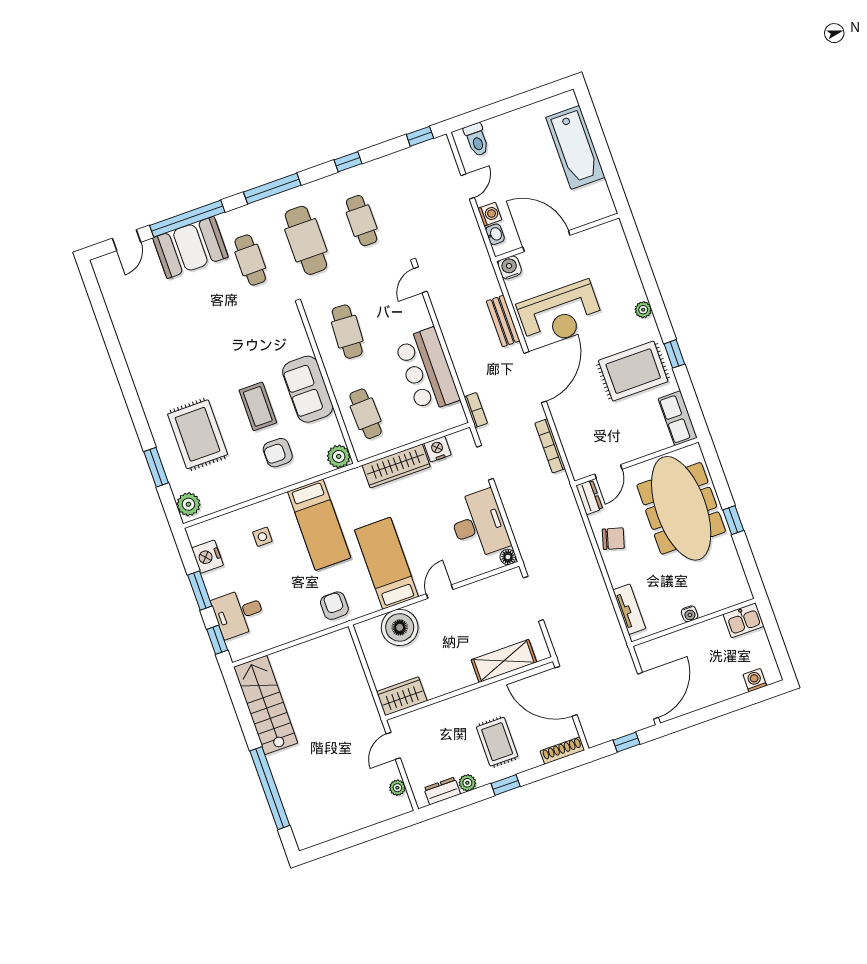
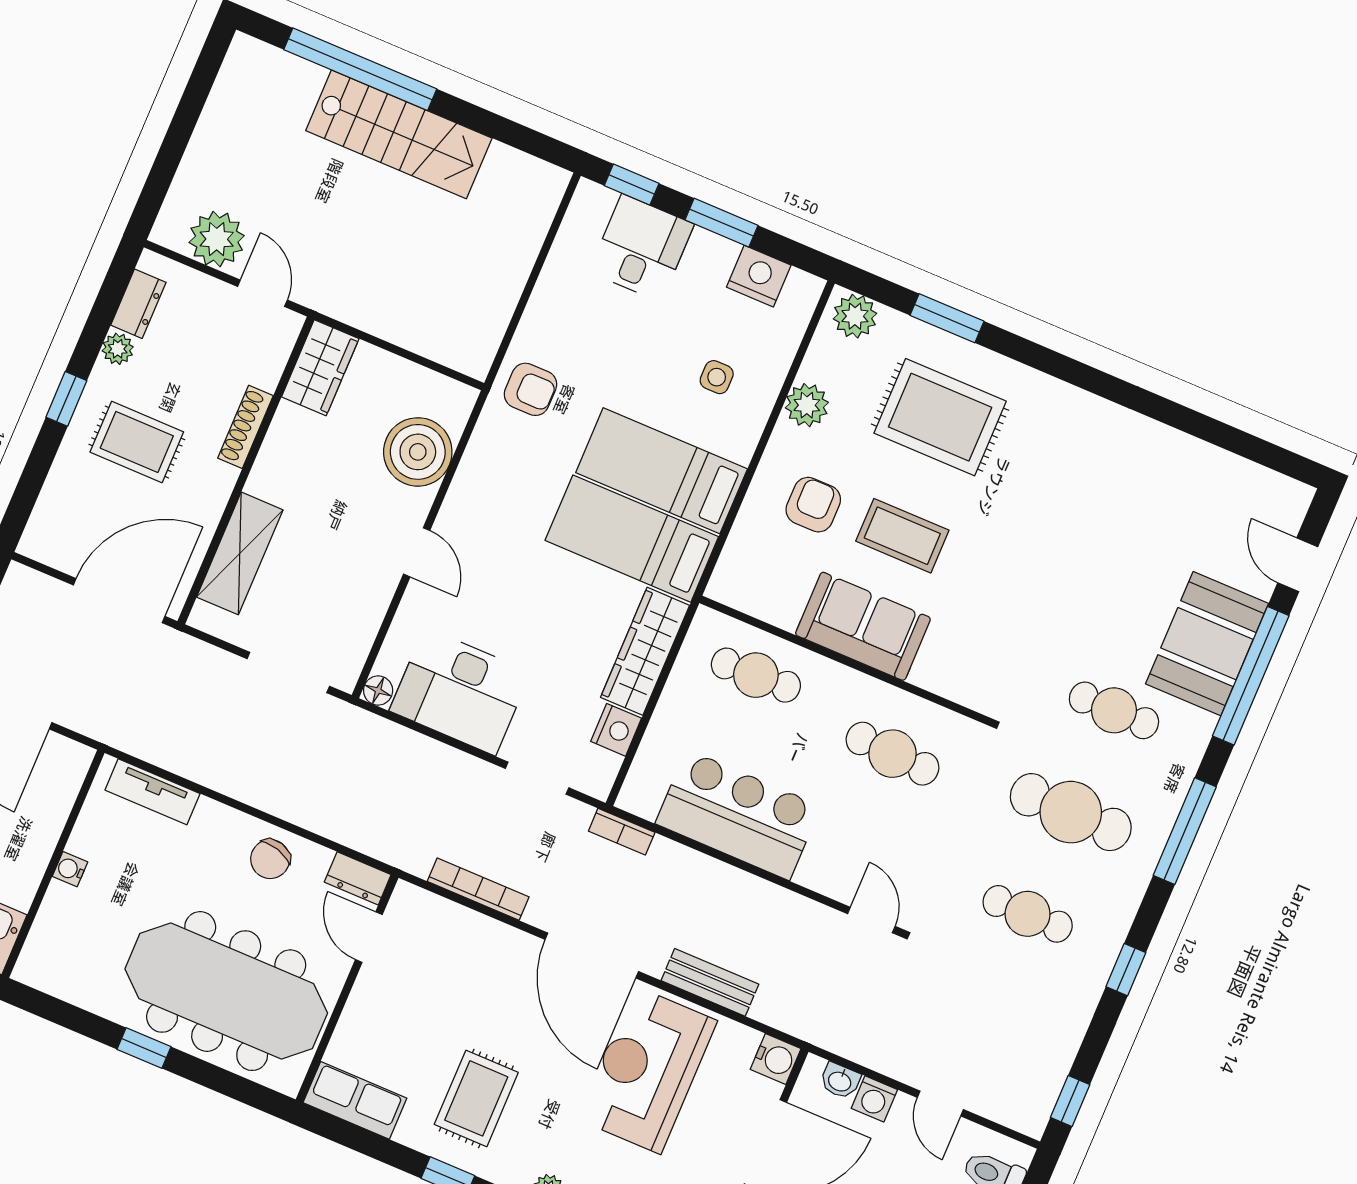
rug: (633, 371) -> (476, 1098), width x0.73, depth x0.70
plant: (339, 456) -> (807, 405), moved
bed: (387, 563) -> (632, 539), moved, turned 180
stairs: (266, 705) -> (399, 134), moved
shoe rack: (562, 751) -> (245, 427), moved, turned 180
plant: (397, 788) -> (217, 239), width x1.88, depth x1.88

